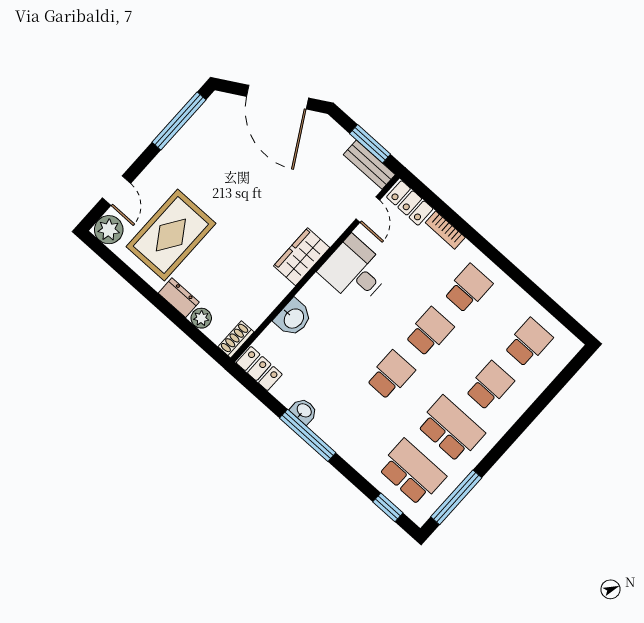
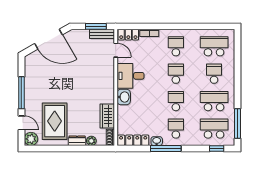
window: (179, 121) -> (21, 93), moved
wardrobe: (302, 257) -> (107, 116), moved
washbasin: (293, 318) -> (124, 97), moved
school desk: (528, 343) -> (214, 46), width x1.85
locker: (259, 369) -> (133, 140), width x1.53
school desk: (352, 418) -> (176, 129), added

